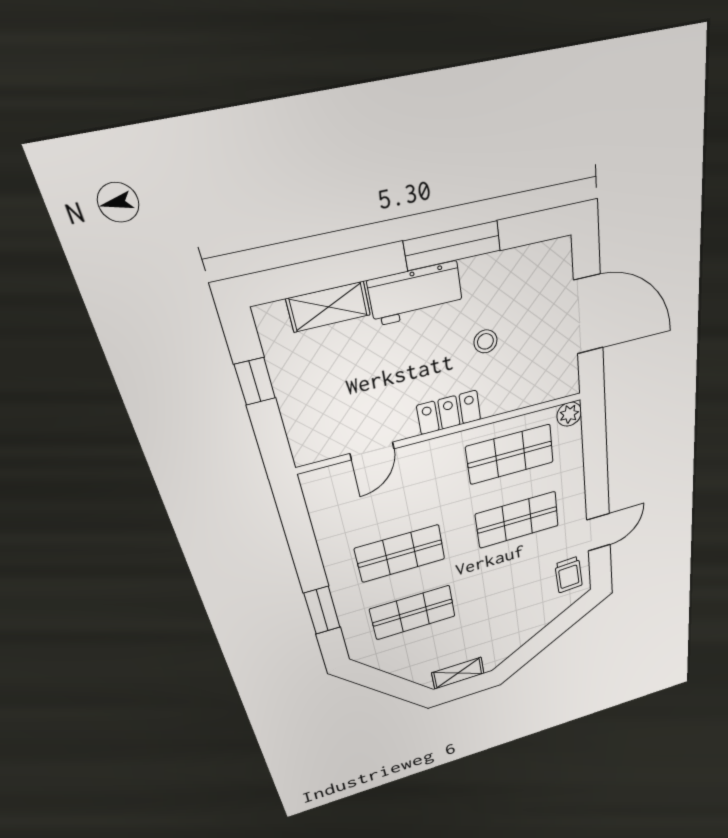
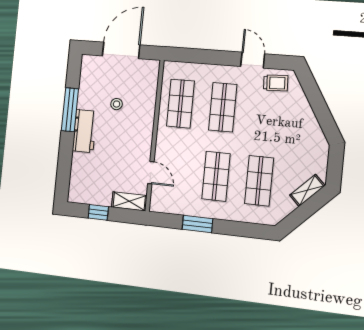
shelving: (328, 307) -> (129, 201), moved, turned 90
locker: (449, 413) -> (145, 130), removed
plant: (569, 414) -> (170, 68), removed
window: (322, 610) -> (197, 224), moved
shelving: (458, 673) -> (307, 190), moved, turned 45

